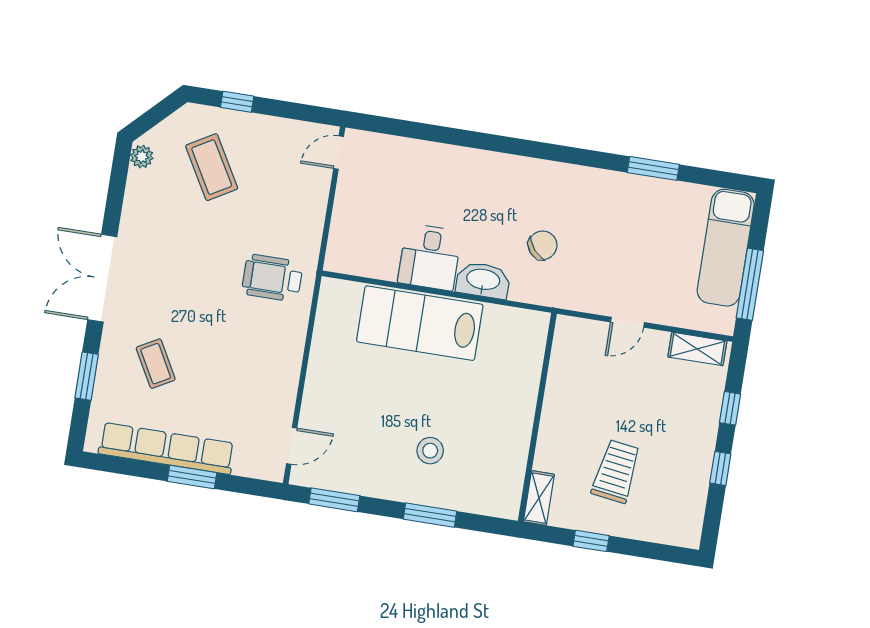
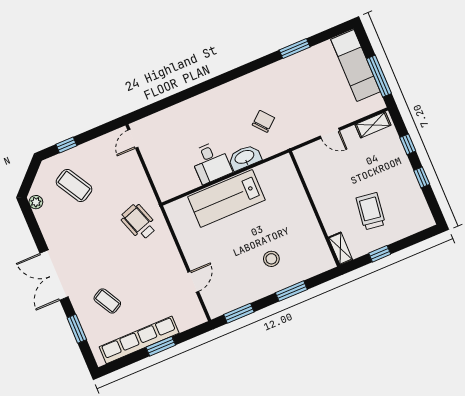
wheelchair: (272, 278) -> (139, 222), turned 71
door: (627, 322) -> (330, 133), hinge flipped
door: (292, 446) -> (193, 282), moved

